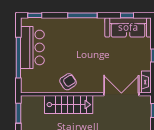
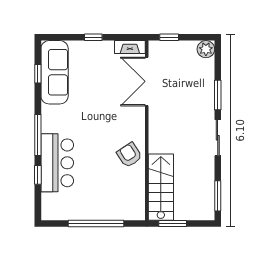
window: (35, 15) -> (38, 175), moved
bar counter: (32, 47) -> (57, 163), moved, turned 90
stairs: (69, 105) -> (161, 187), moved

